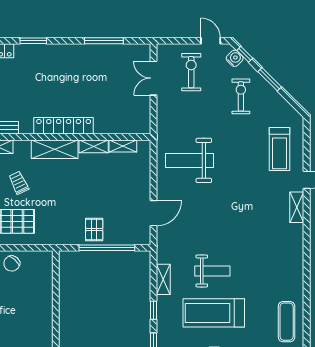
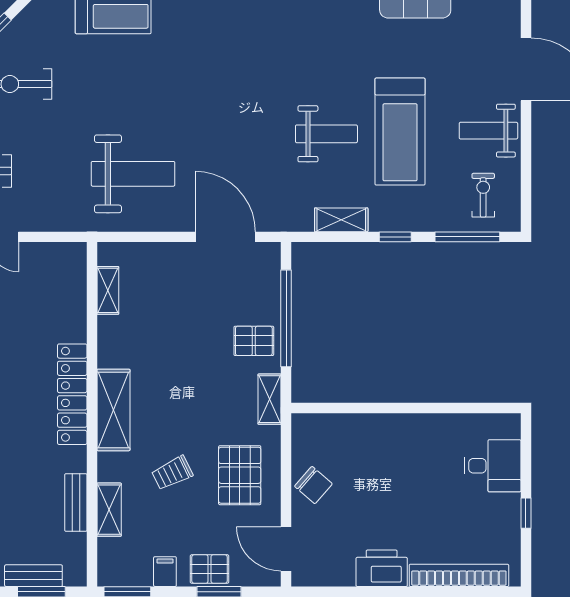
shelving: (94, 146) -> (270, 399), moved
weight bench: (190, 160) -> (133, 174), turned -90
door: (153, 213) -> (225, 237), width x1.36
weight bench: (212, 271) -> (326, 134), turned 90

